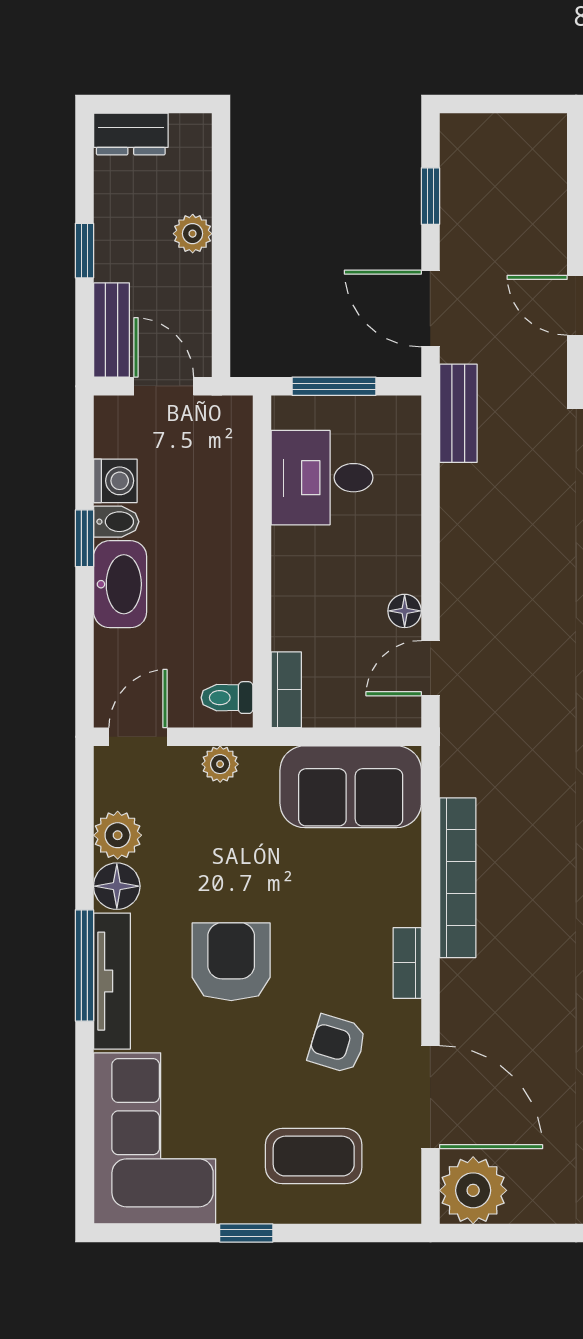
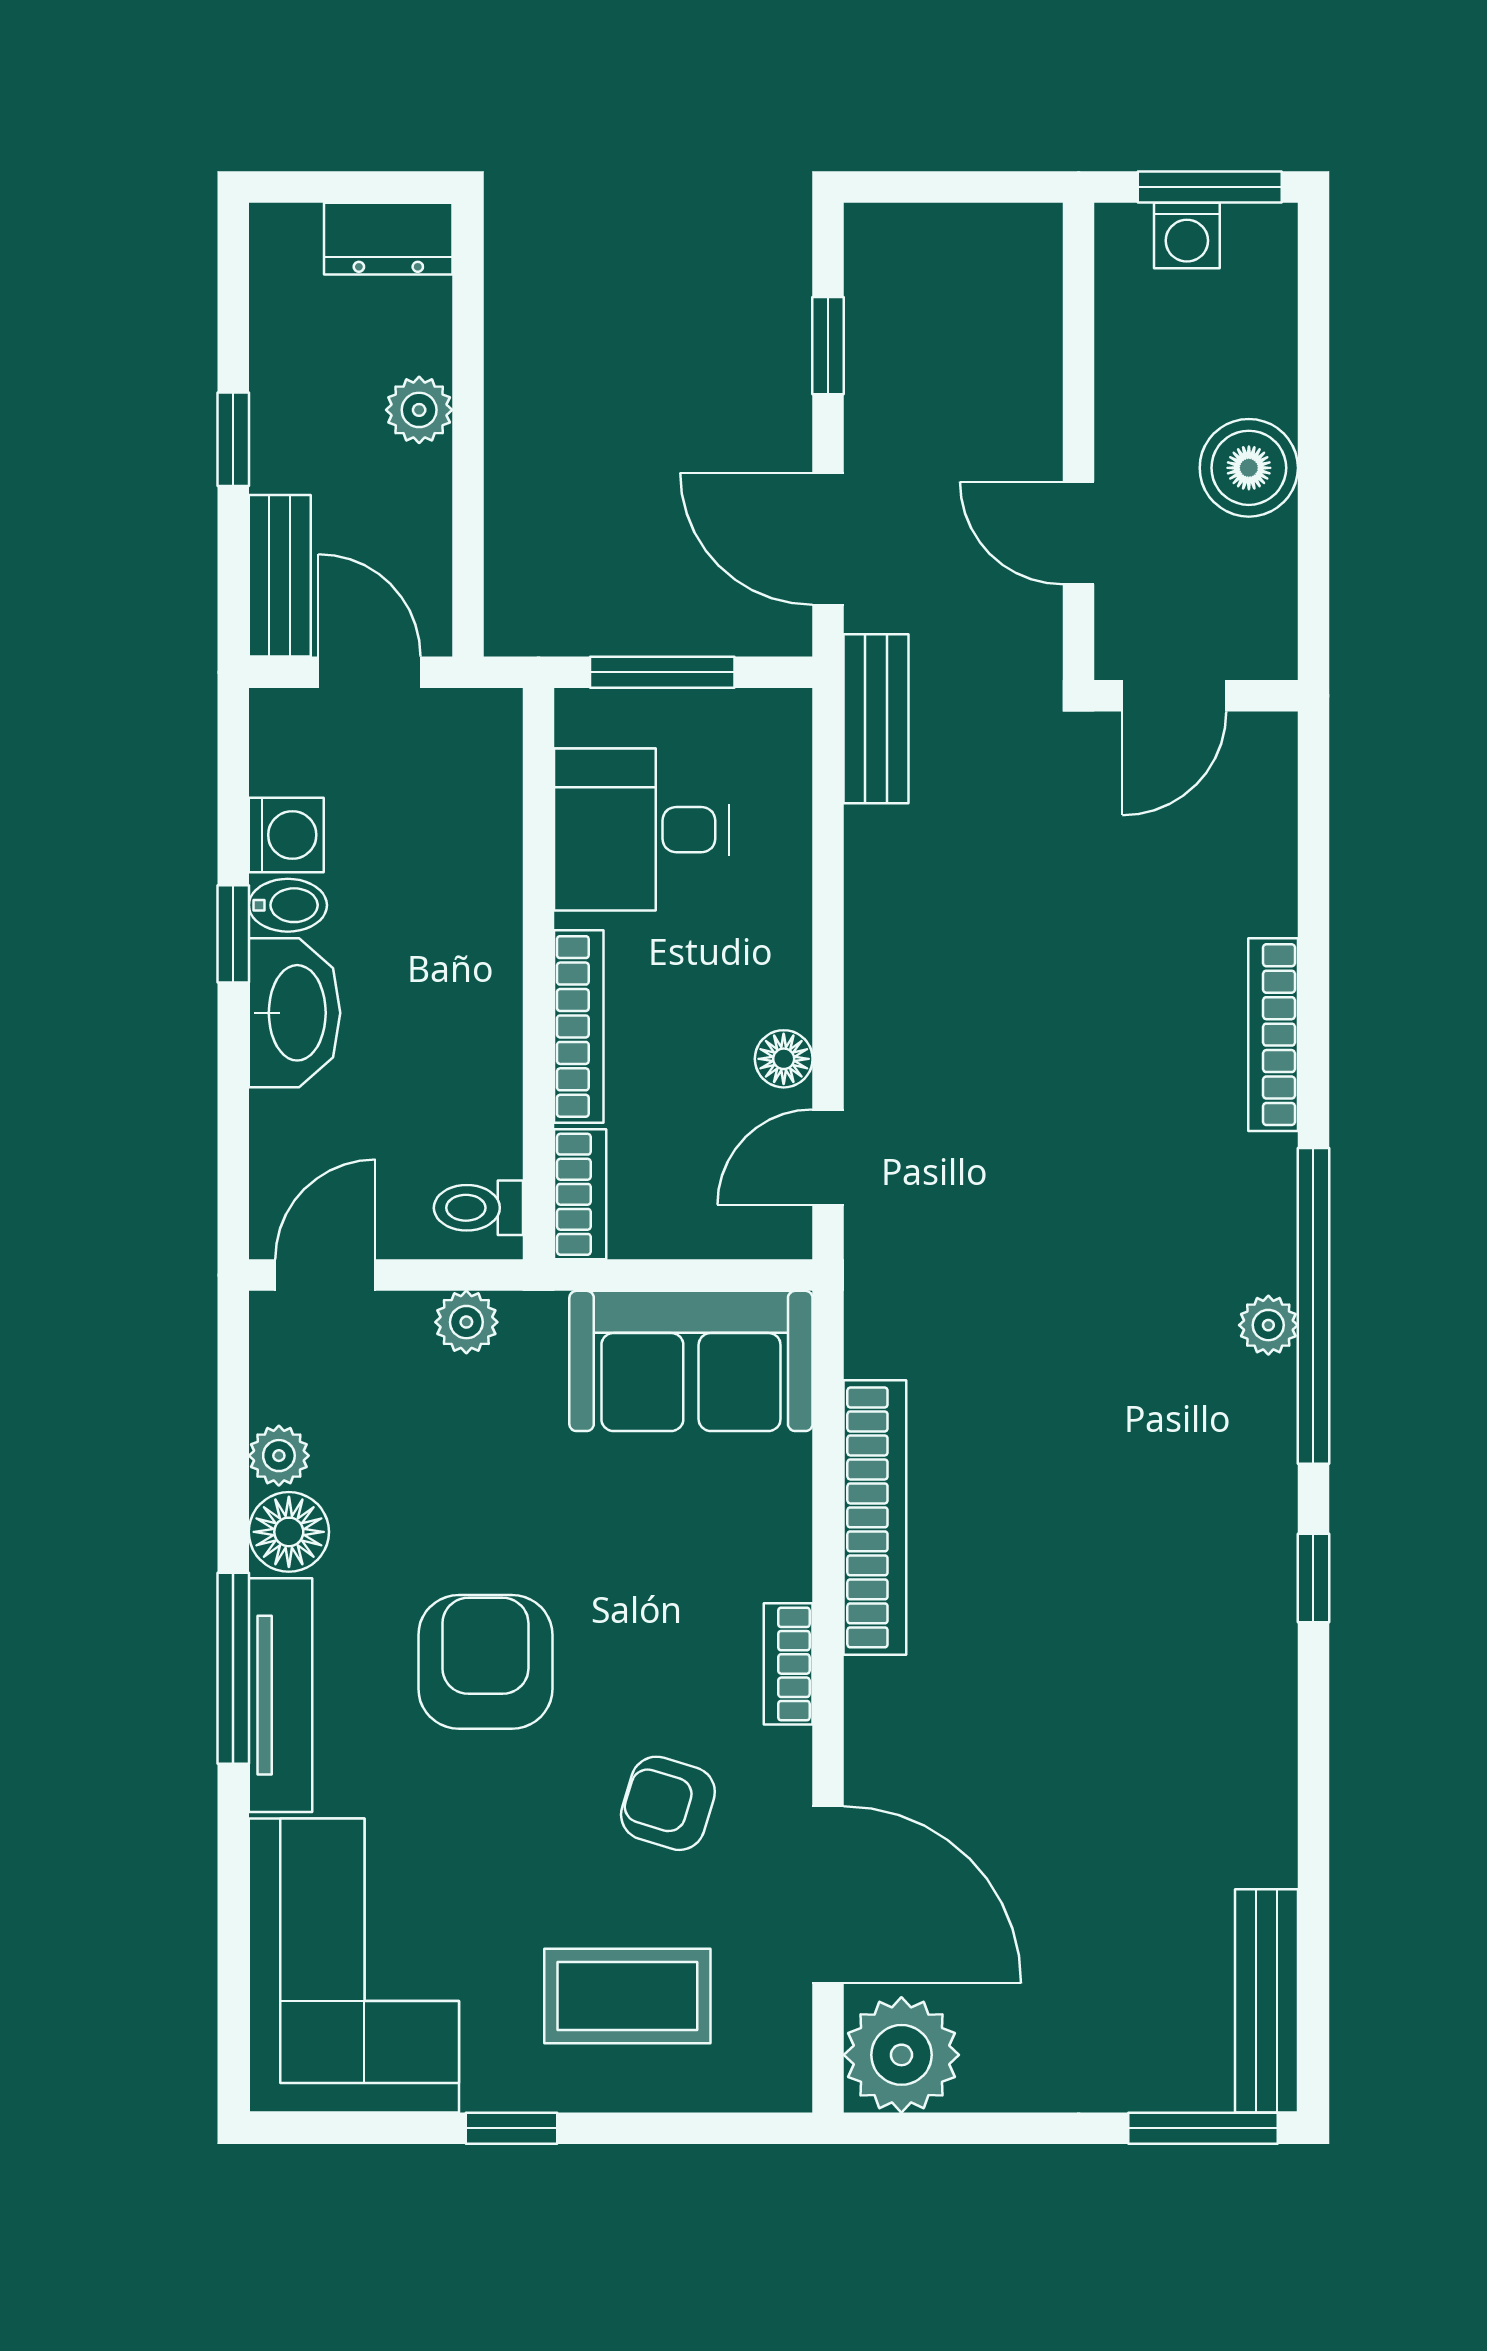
dresser: (131, 134) -> (388, 239), moved
bookcase: (285, 592) -> (579, 1026), added
plant: (118, 835) -> (279, 1456), width x0.73, depth x0.73

